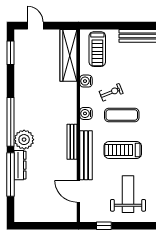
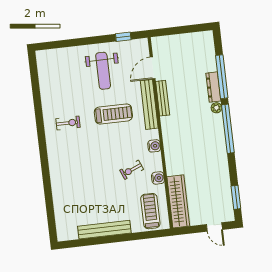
exercise mat: (122, 115) -> (118, 149), removed
plant: (24, 140) -> (216, 108), width x0.53, depth x0.53
bench: (72, 142) -> (163, 98), moved
door: (78, 191) -> (153, 68), swing flipped

